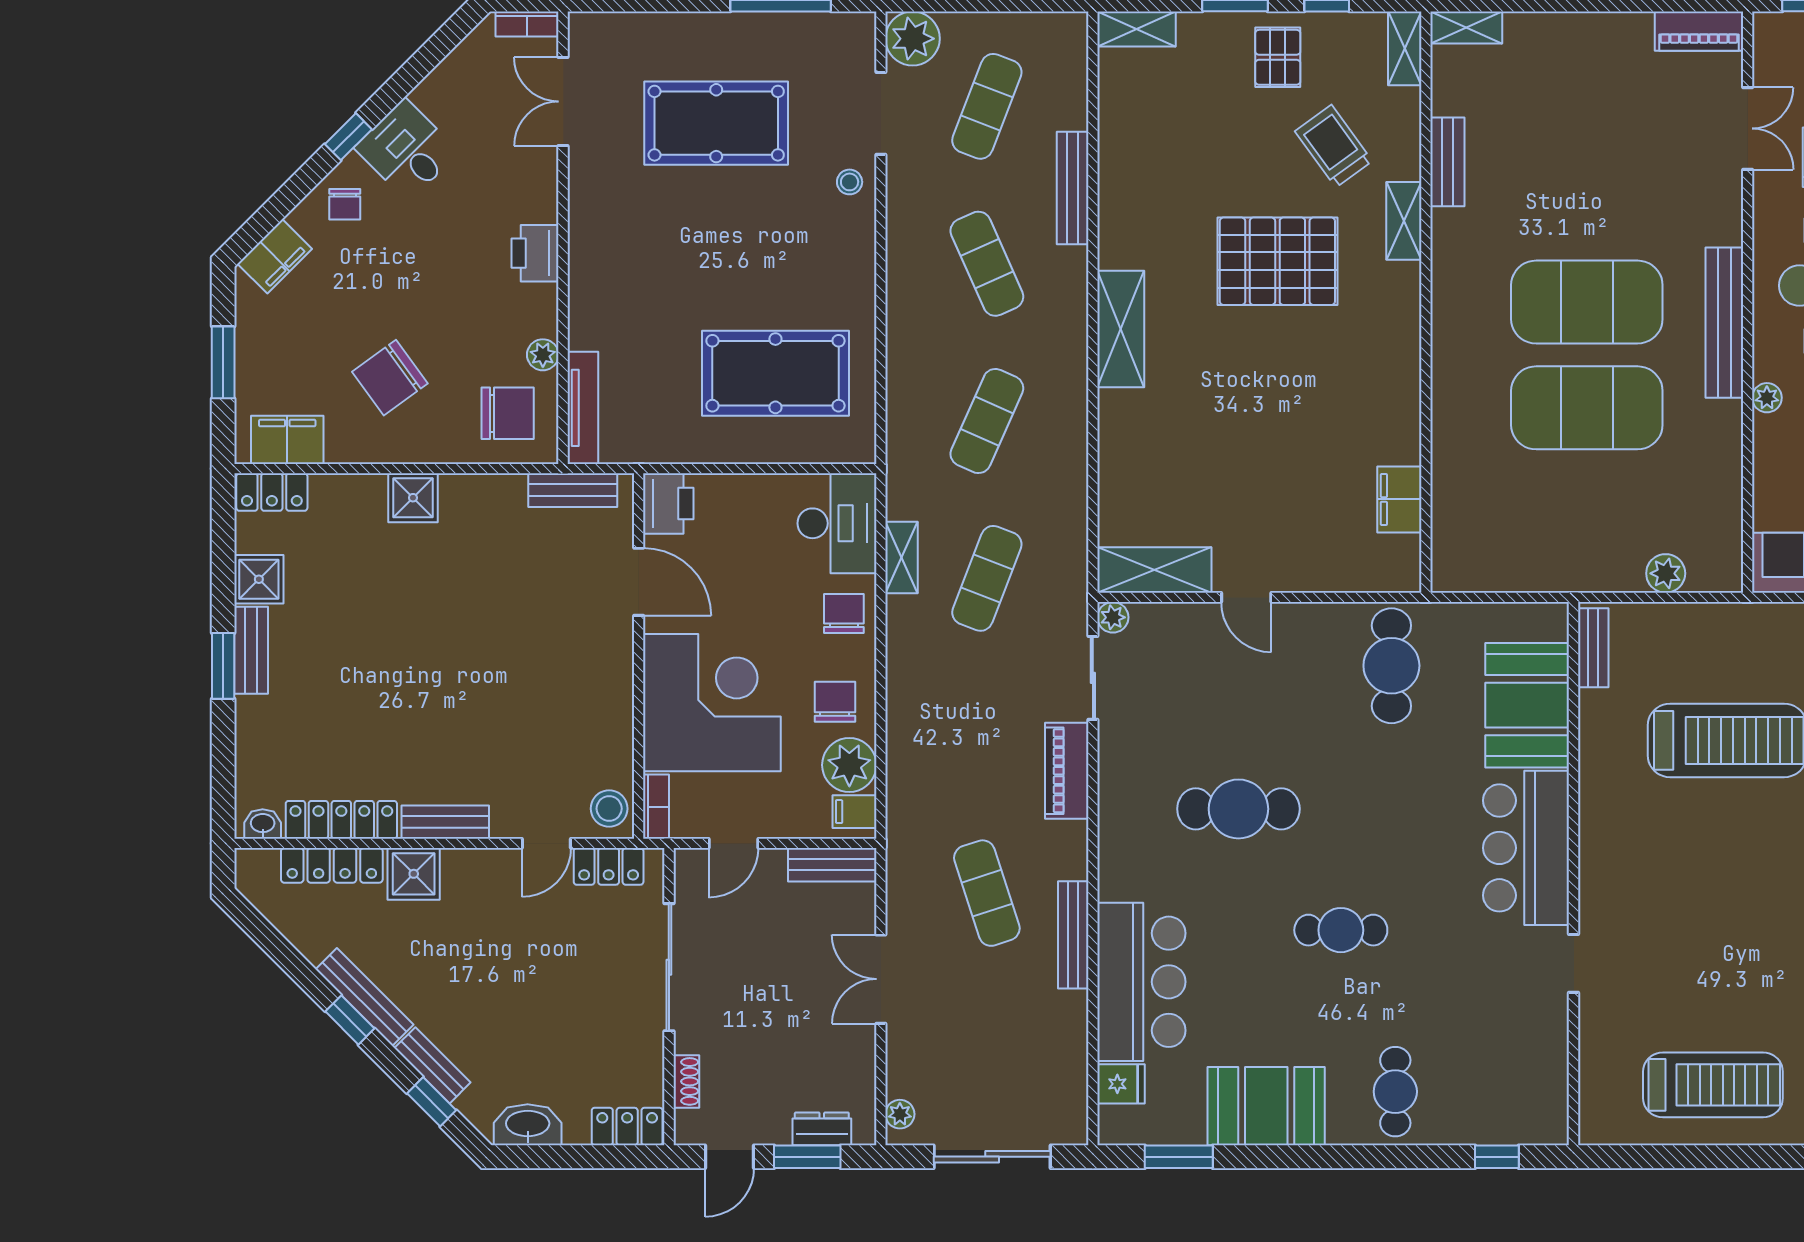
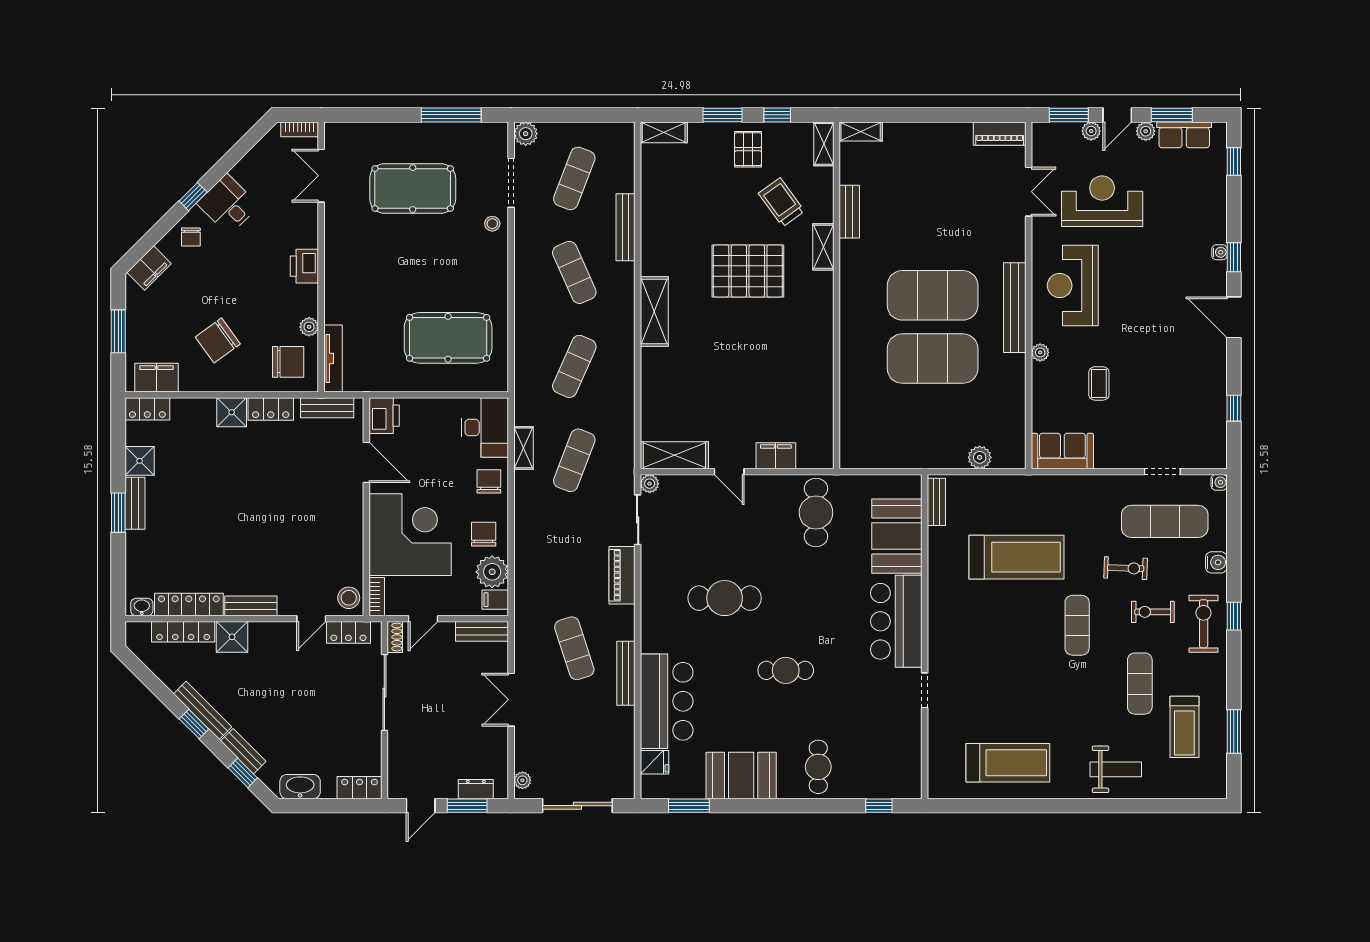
plant: (913, 39) -> (526, 134), width x0.73, depth x0.73
locker: (478, 492) -> (271, 409), added
filing cabinet: (1399, 499) -> (776, 456), moved, turned 90
shoe rack: (686, 1081) -> (395, 637), moved

